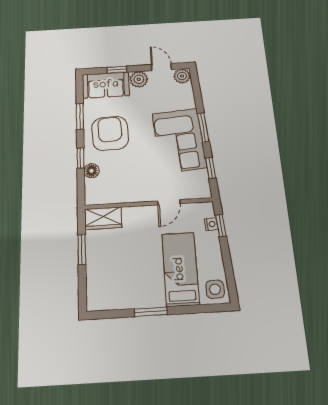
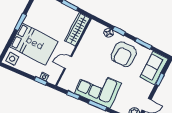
plant: (139, 79) -> (147, 88), removed
armchair: (110, 133) -> (124, 54), turned 93
door: (169, 202) -> (68, 63), hinge flipped
wardrobe: (103, 218) -> (77, 29), width x1.50
bed: (180, 269) -> (34, 44), width x1.50

